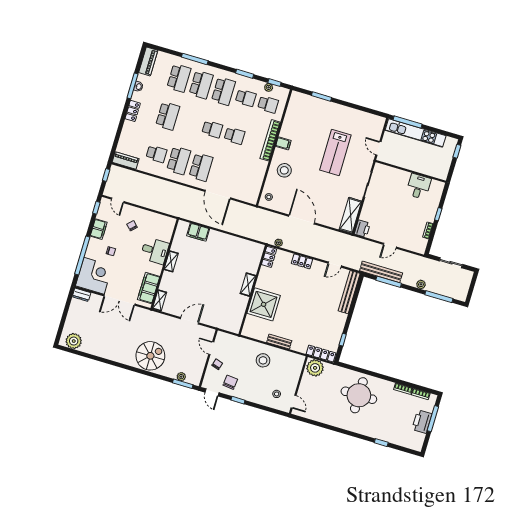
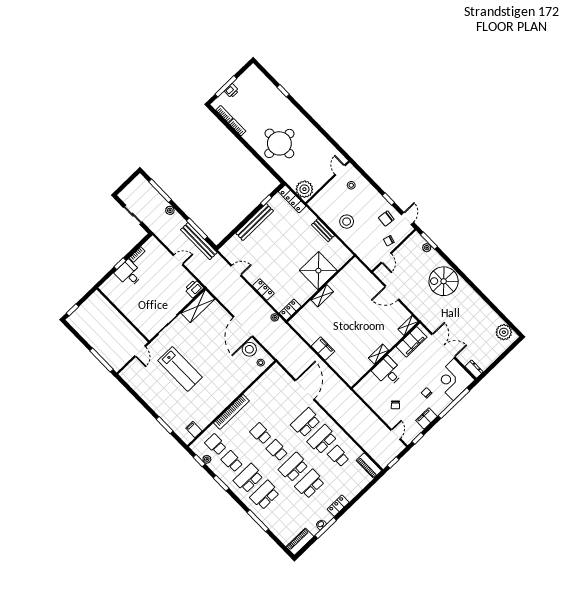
school desk: (179, 78) -> (293, 467), moved
kitchen unit: (416, 133) -> (100, 346), removed
filing cabinet: (283, 143) -> (194, 429), moved
lab bench: (335, 152) -> (180, 369), turned 90
stool: (284, 170) -> (249, 349), moved
desk: (419, 186) -> (129, 274), moved, turned 90
filing cabinet: (198, 232) -> (323, 349), moved
bench: (349, 292) -> (255, 222), moved
printer: (422, 422) -> (232, 91), width x0.53, depth x0.68

